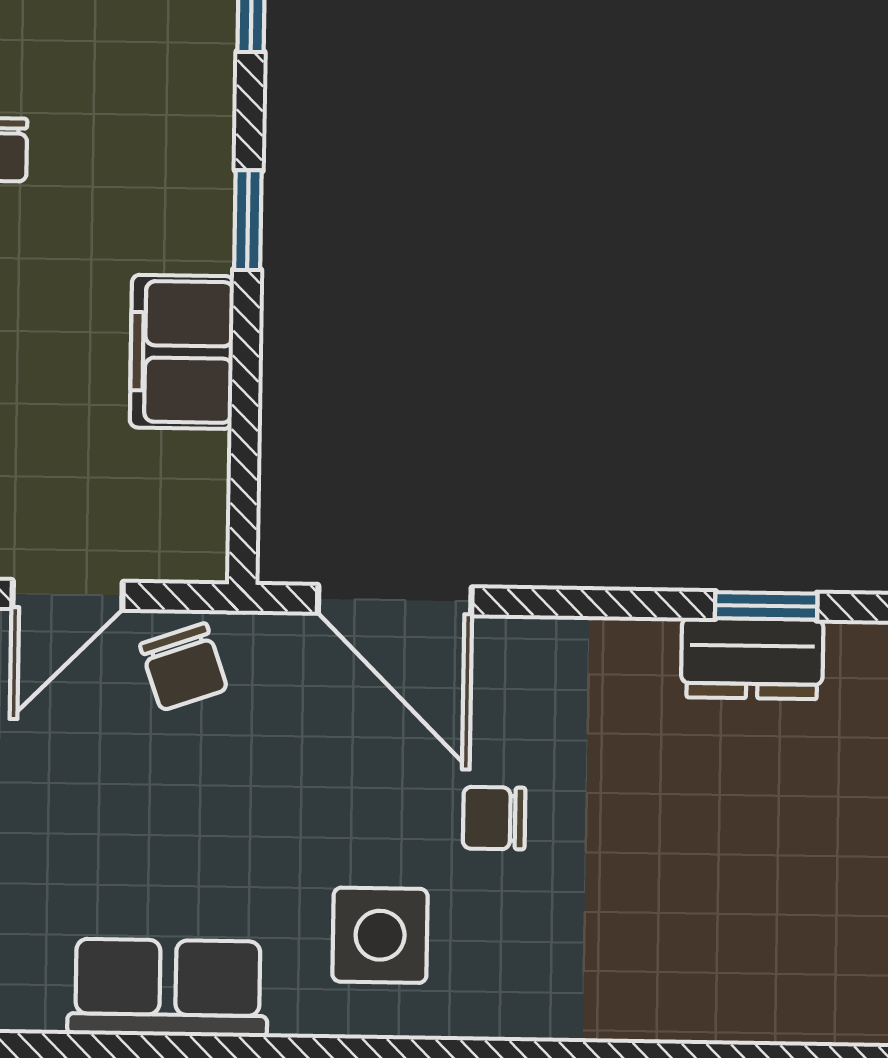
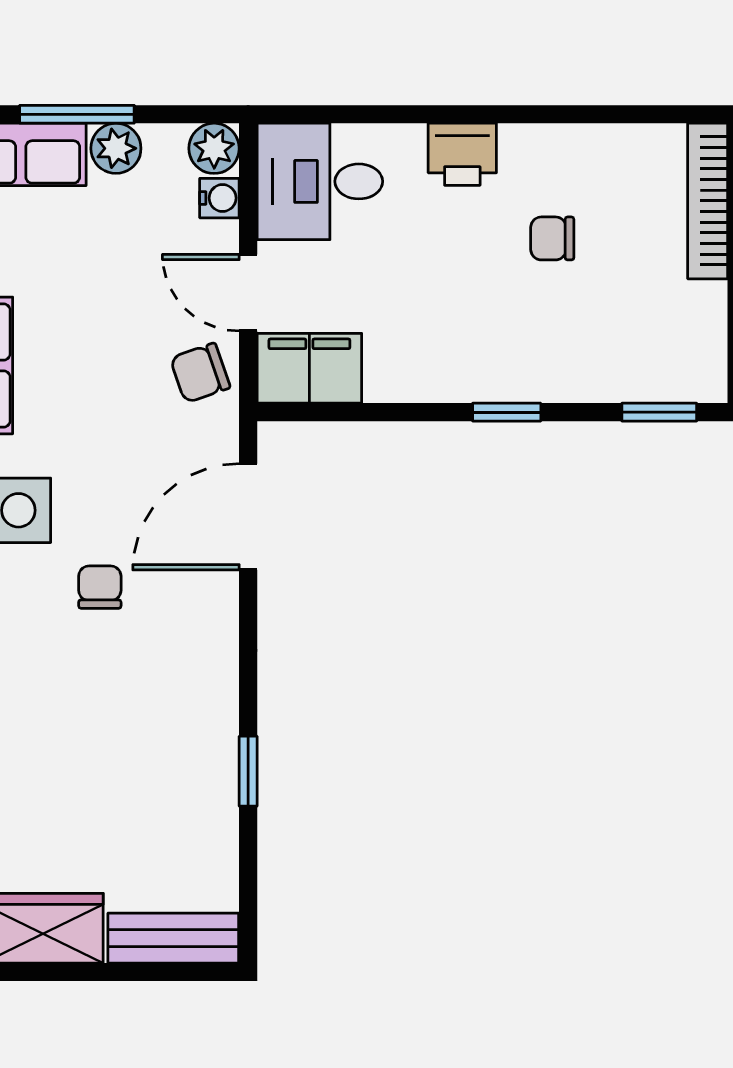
filing cabinet: (182, 352) -> (309, 368), moved
dresser: (752, 658) -> (212, 762), removed

